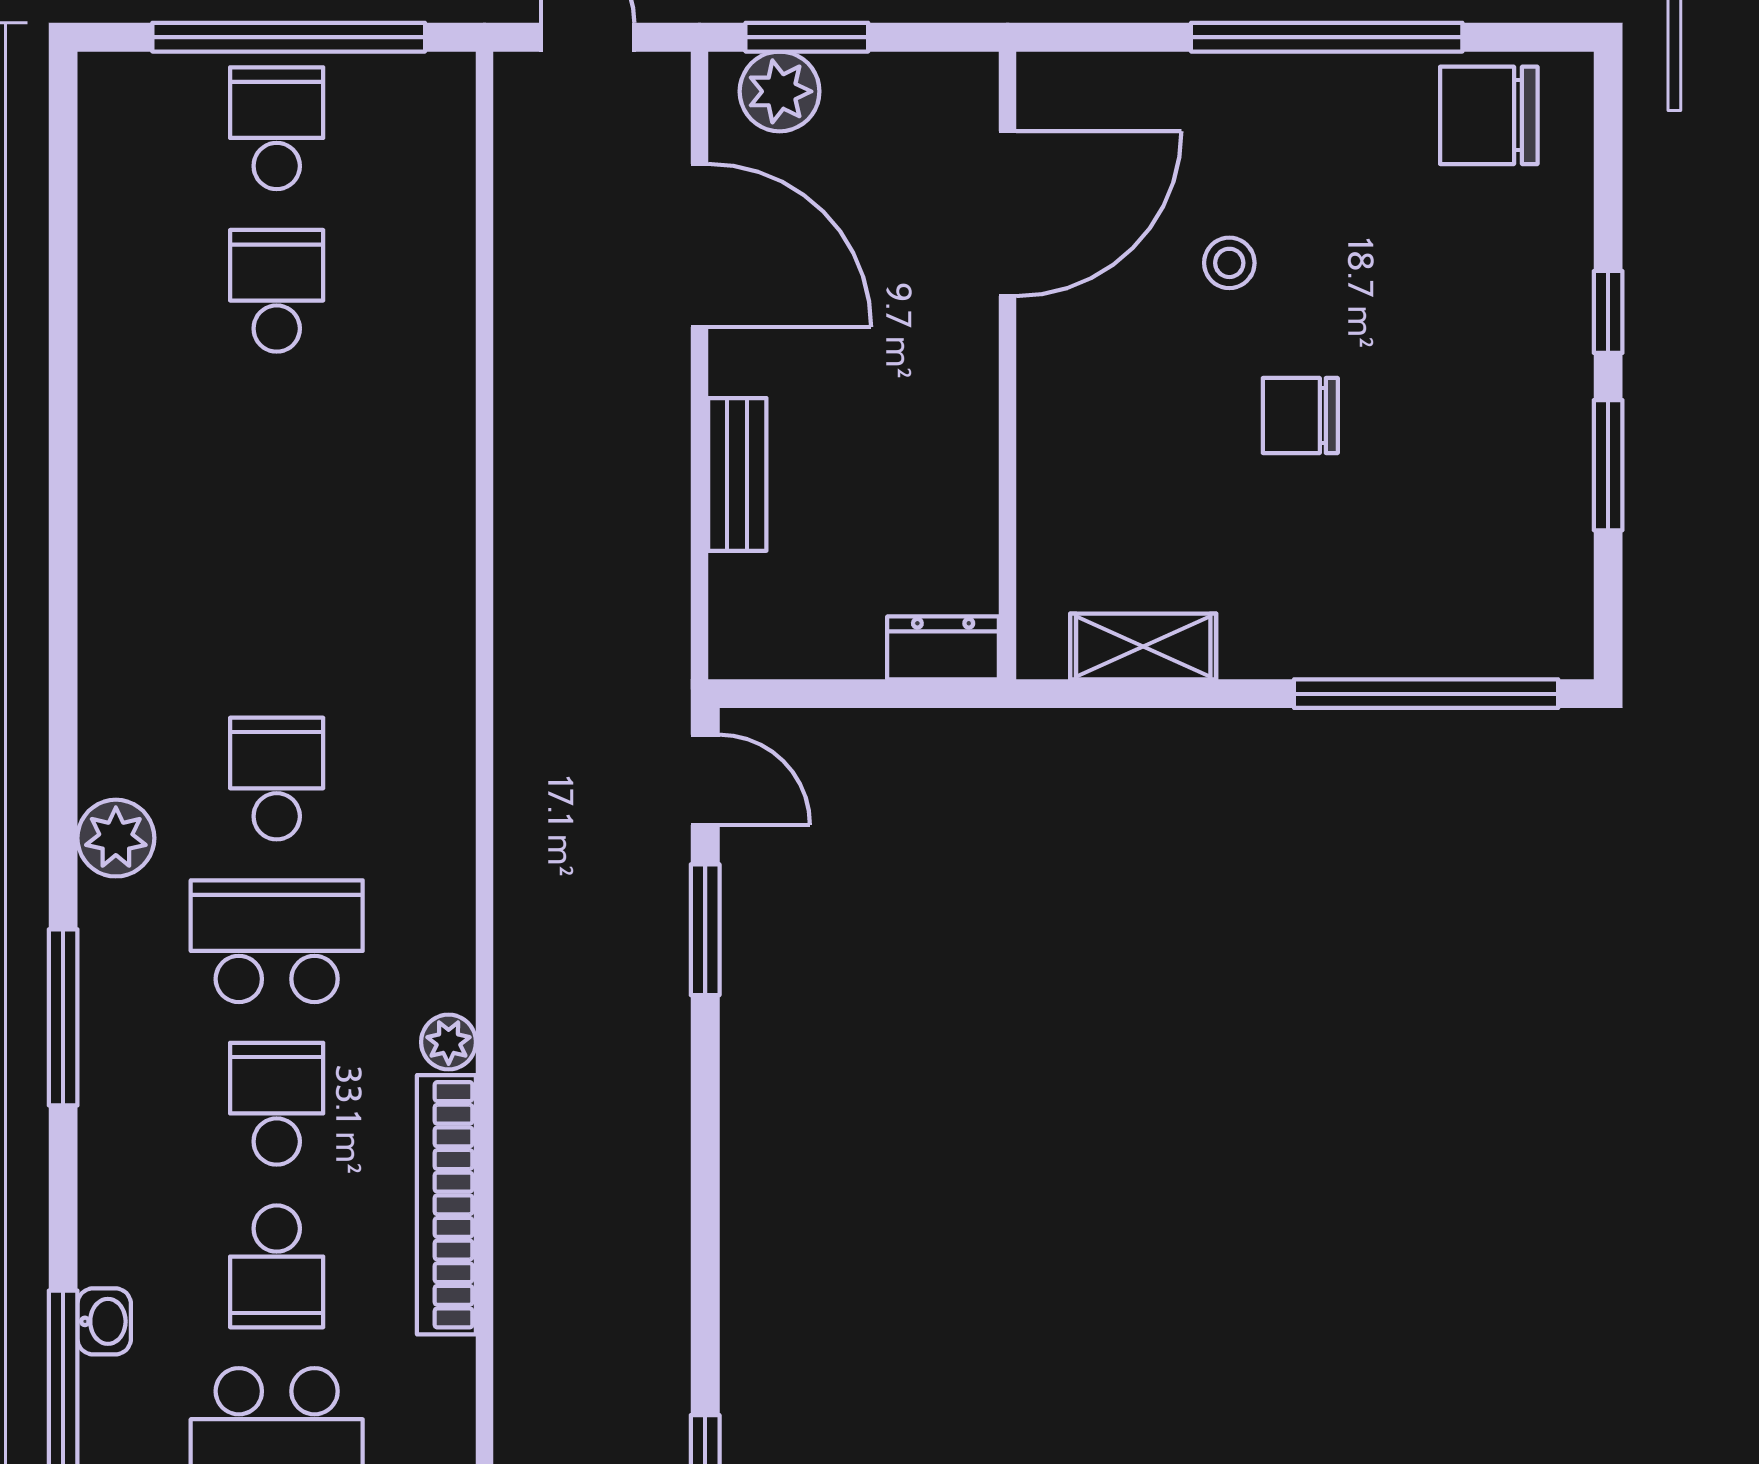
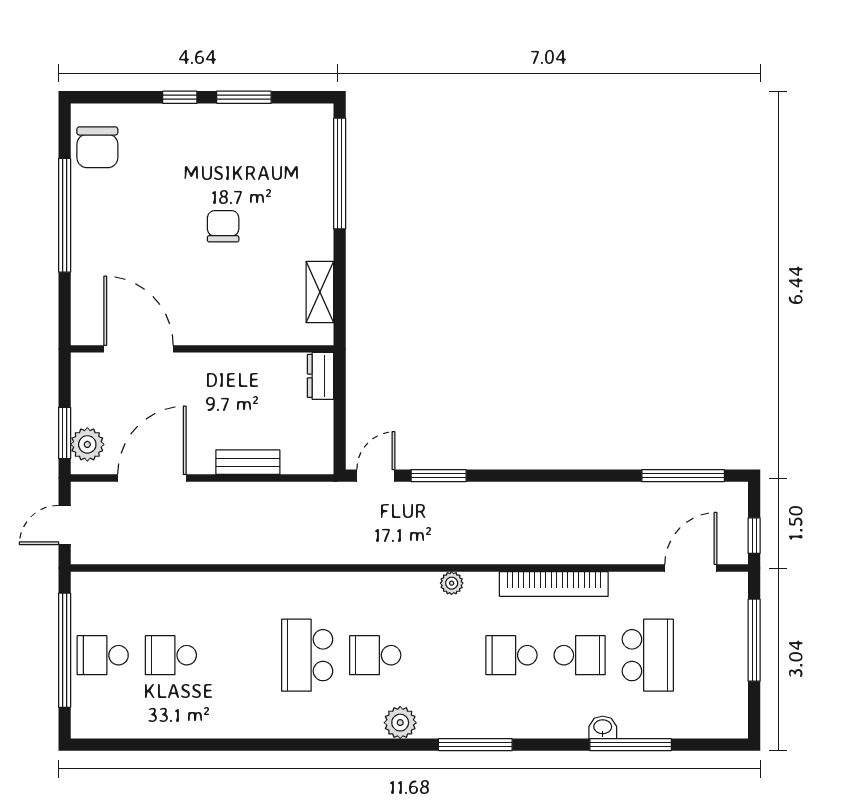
stool: (1229, 263) -> (159, 256), removed
chair: (1300, 416) -> (223, 226), turned 180
school desk: (277, 941) -> (307, 655), moved
plant: (449, 1042) -> (452, 583), moved

